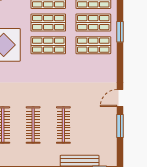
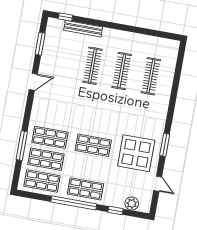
shop shelf: (48, 23) -> (89, 167), removed
window: (120, 32) -> (22, 146), width x1.44
window: (120, 126) -> (40, 44), moved

